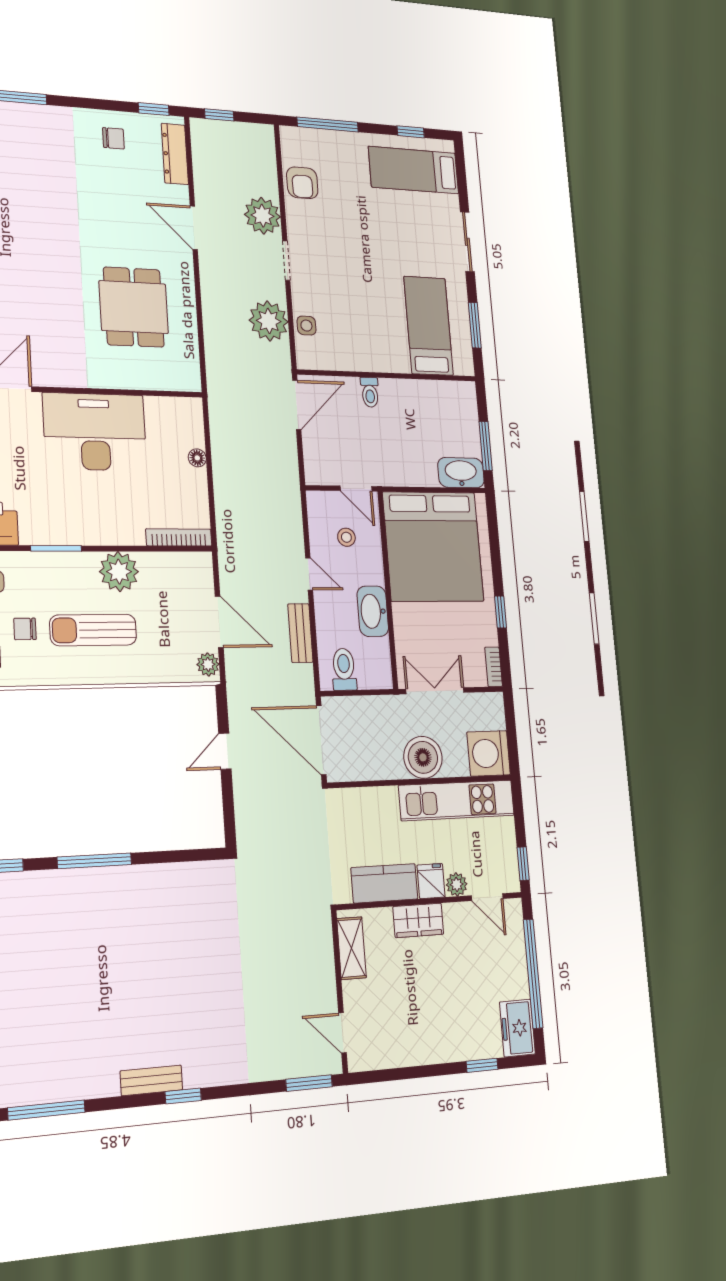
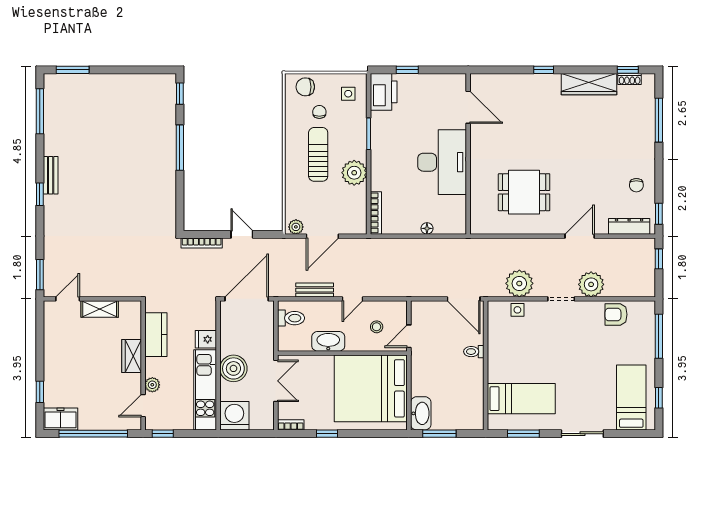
bookcase: (242, 816) -> (202, 243), added
fridge: (431, 881) -> (206, 339), moved, turned 180
shelving: (351, 948) -> (100, 309), moved

